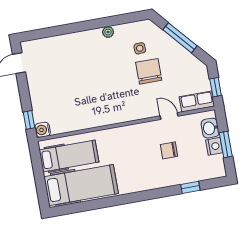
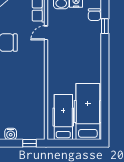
water cooler: (43, 130) -> (11, 134), moved
chair: (169, 150) -> (94, 15), moved

